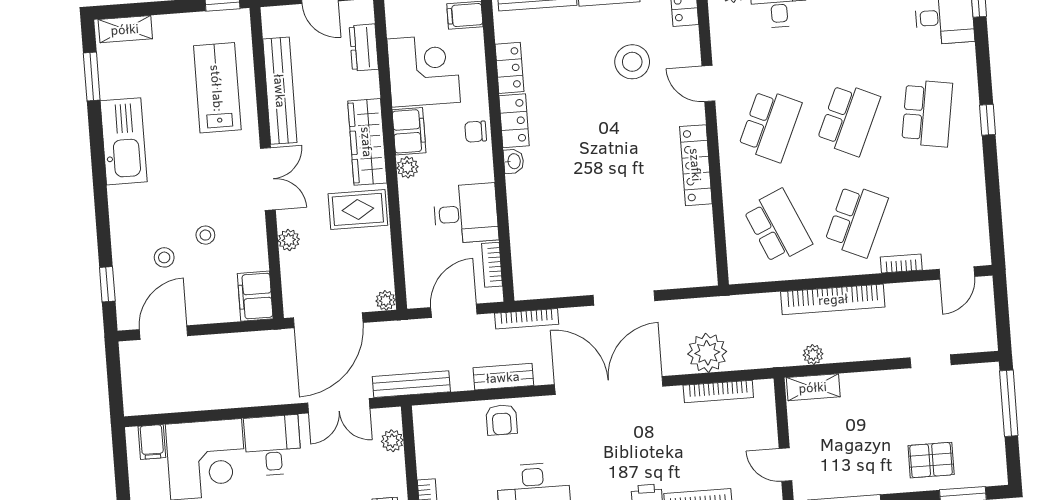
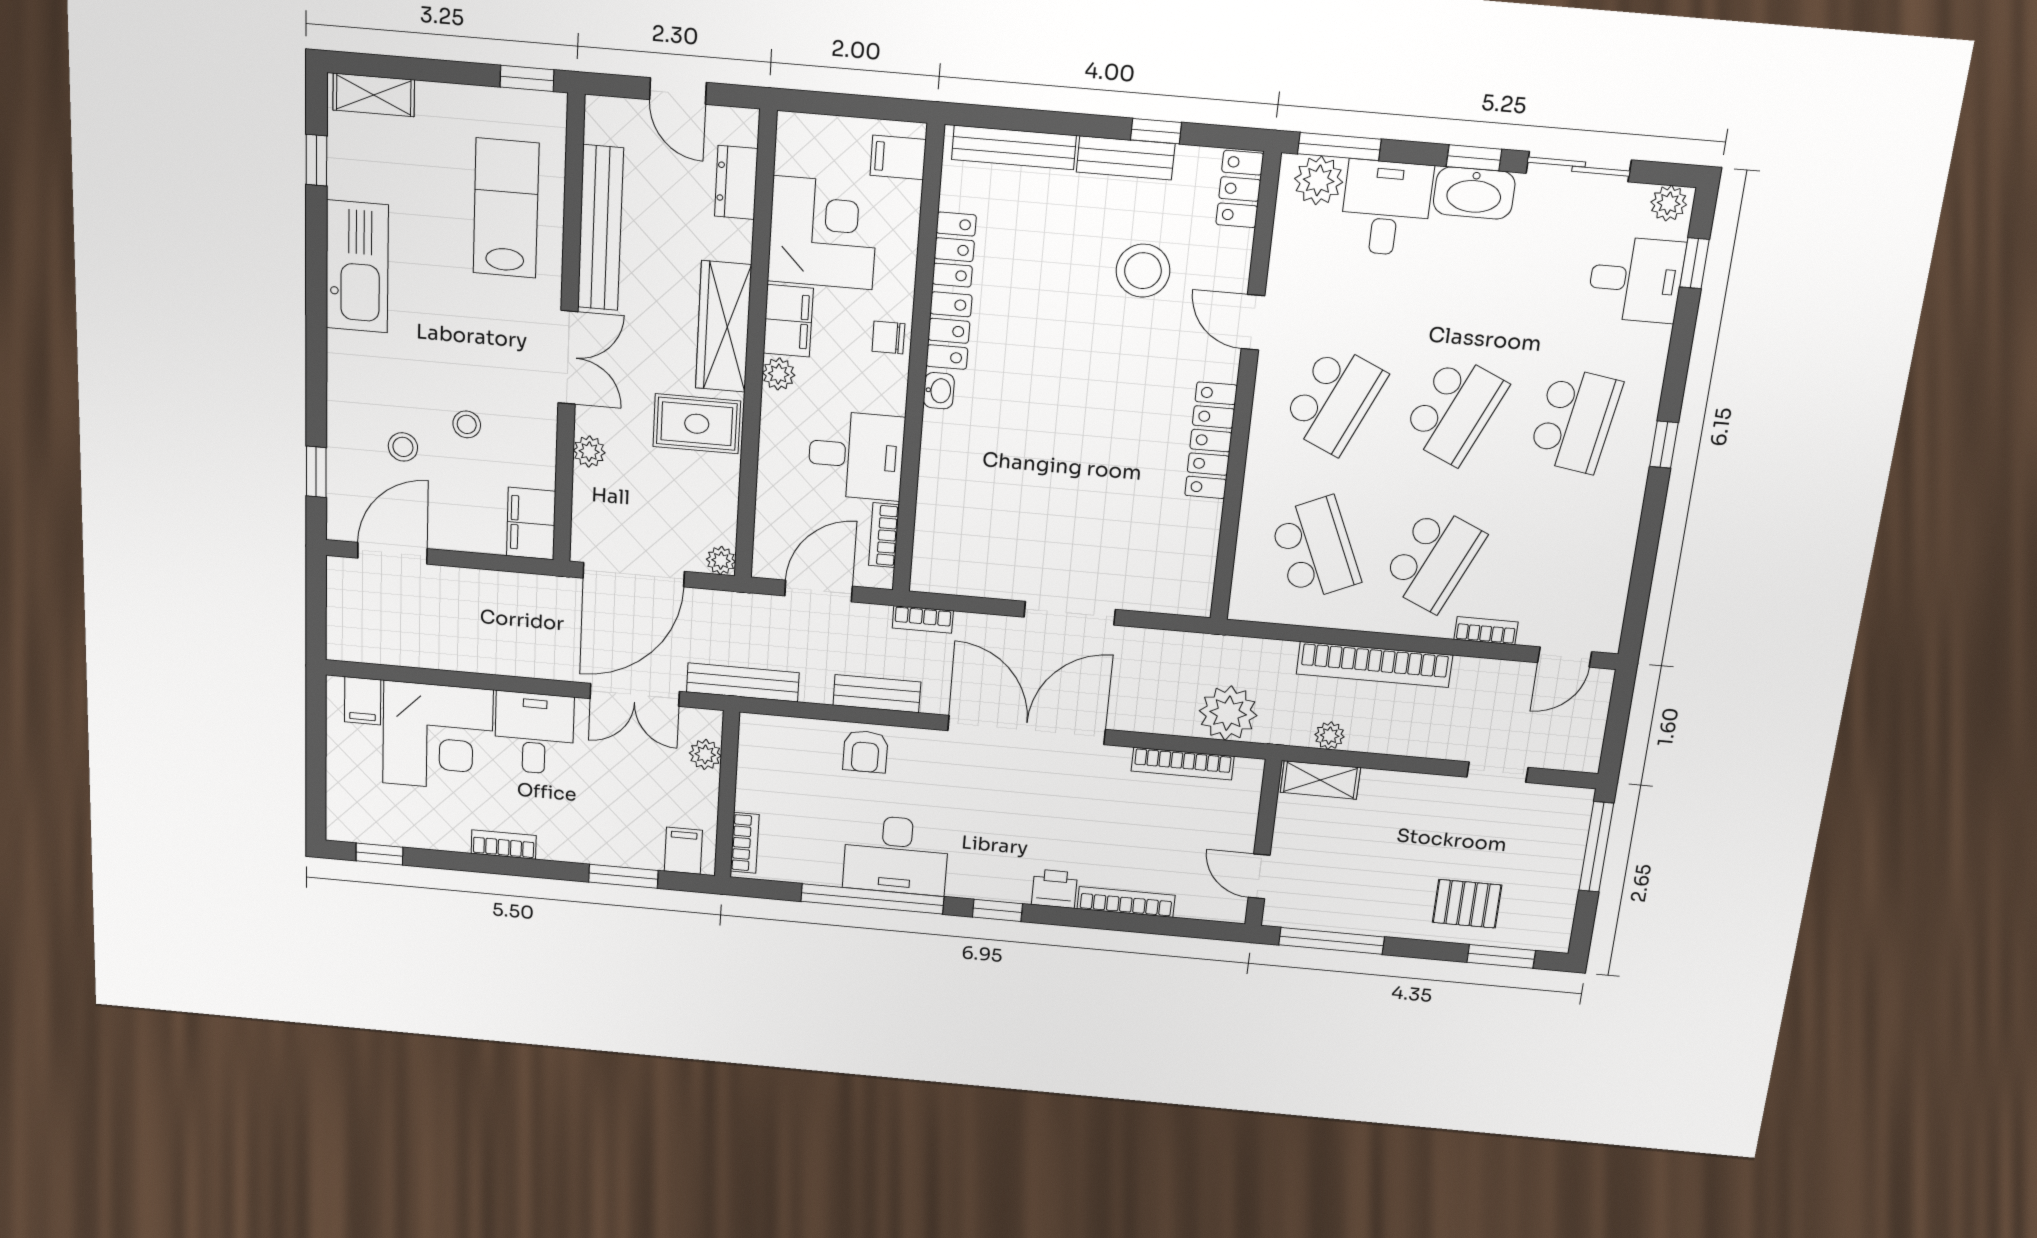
window: (92, 77) -> (316, 160), width x0.67
bookcase: (527, 319) -> (923, 619), width x0.64
plant: (707, 353) -> (1228, 713), moved

